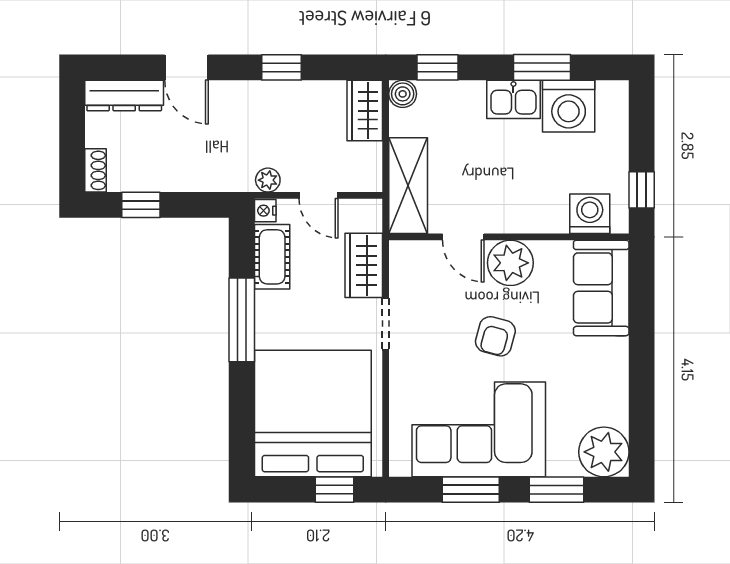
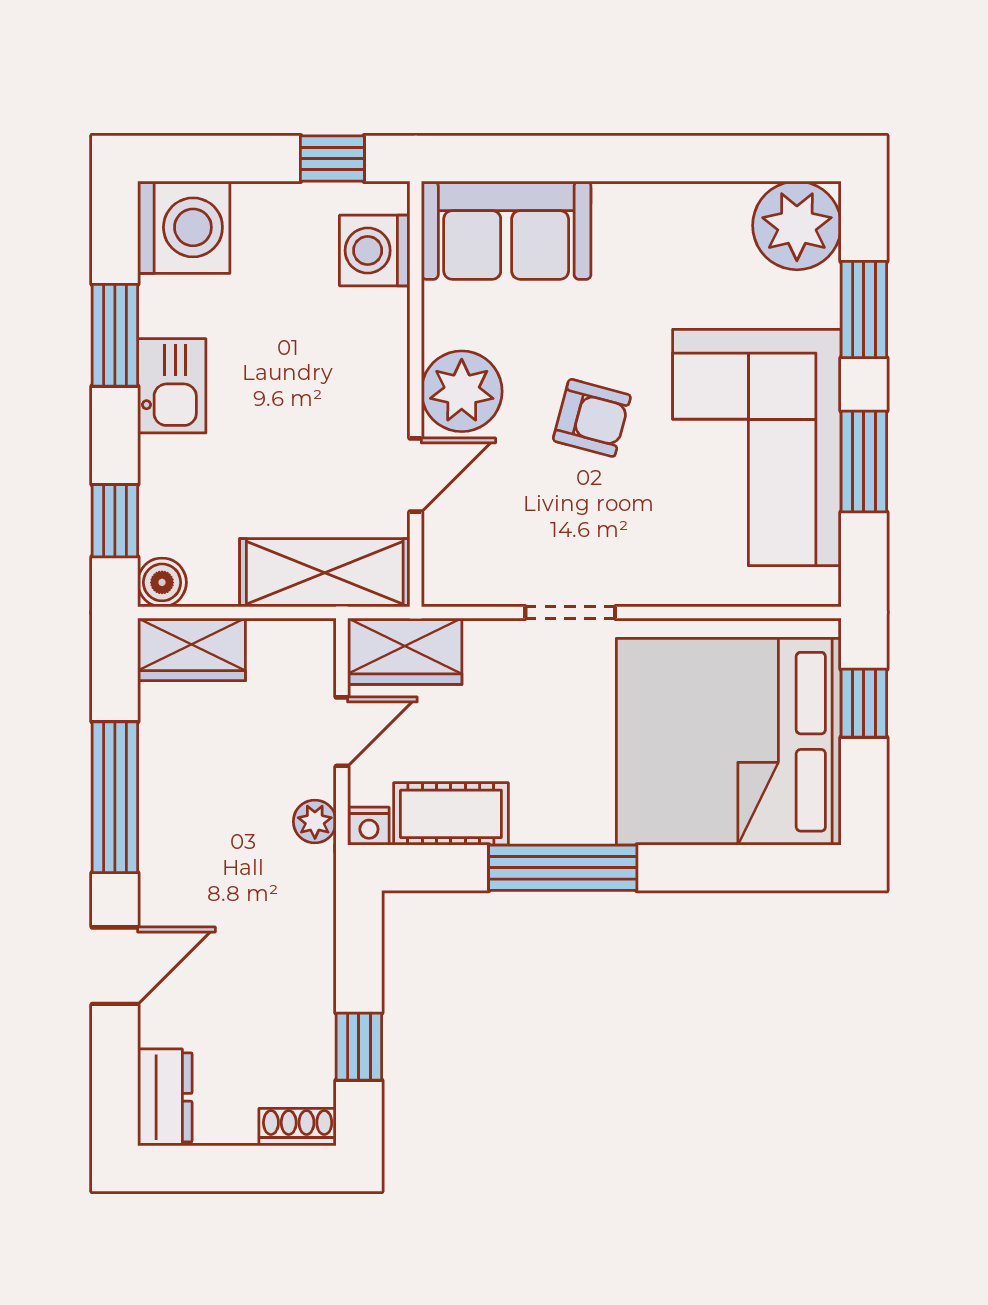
window: (282, 67) -> (115, 797), width x2.17
dresser: (124, 96) -> (165, 1097), width x0.70
washing machine: (569, 106) -> (184, 227), moved
wardrobe: (364, 265) -> (405, 651), moved

